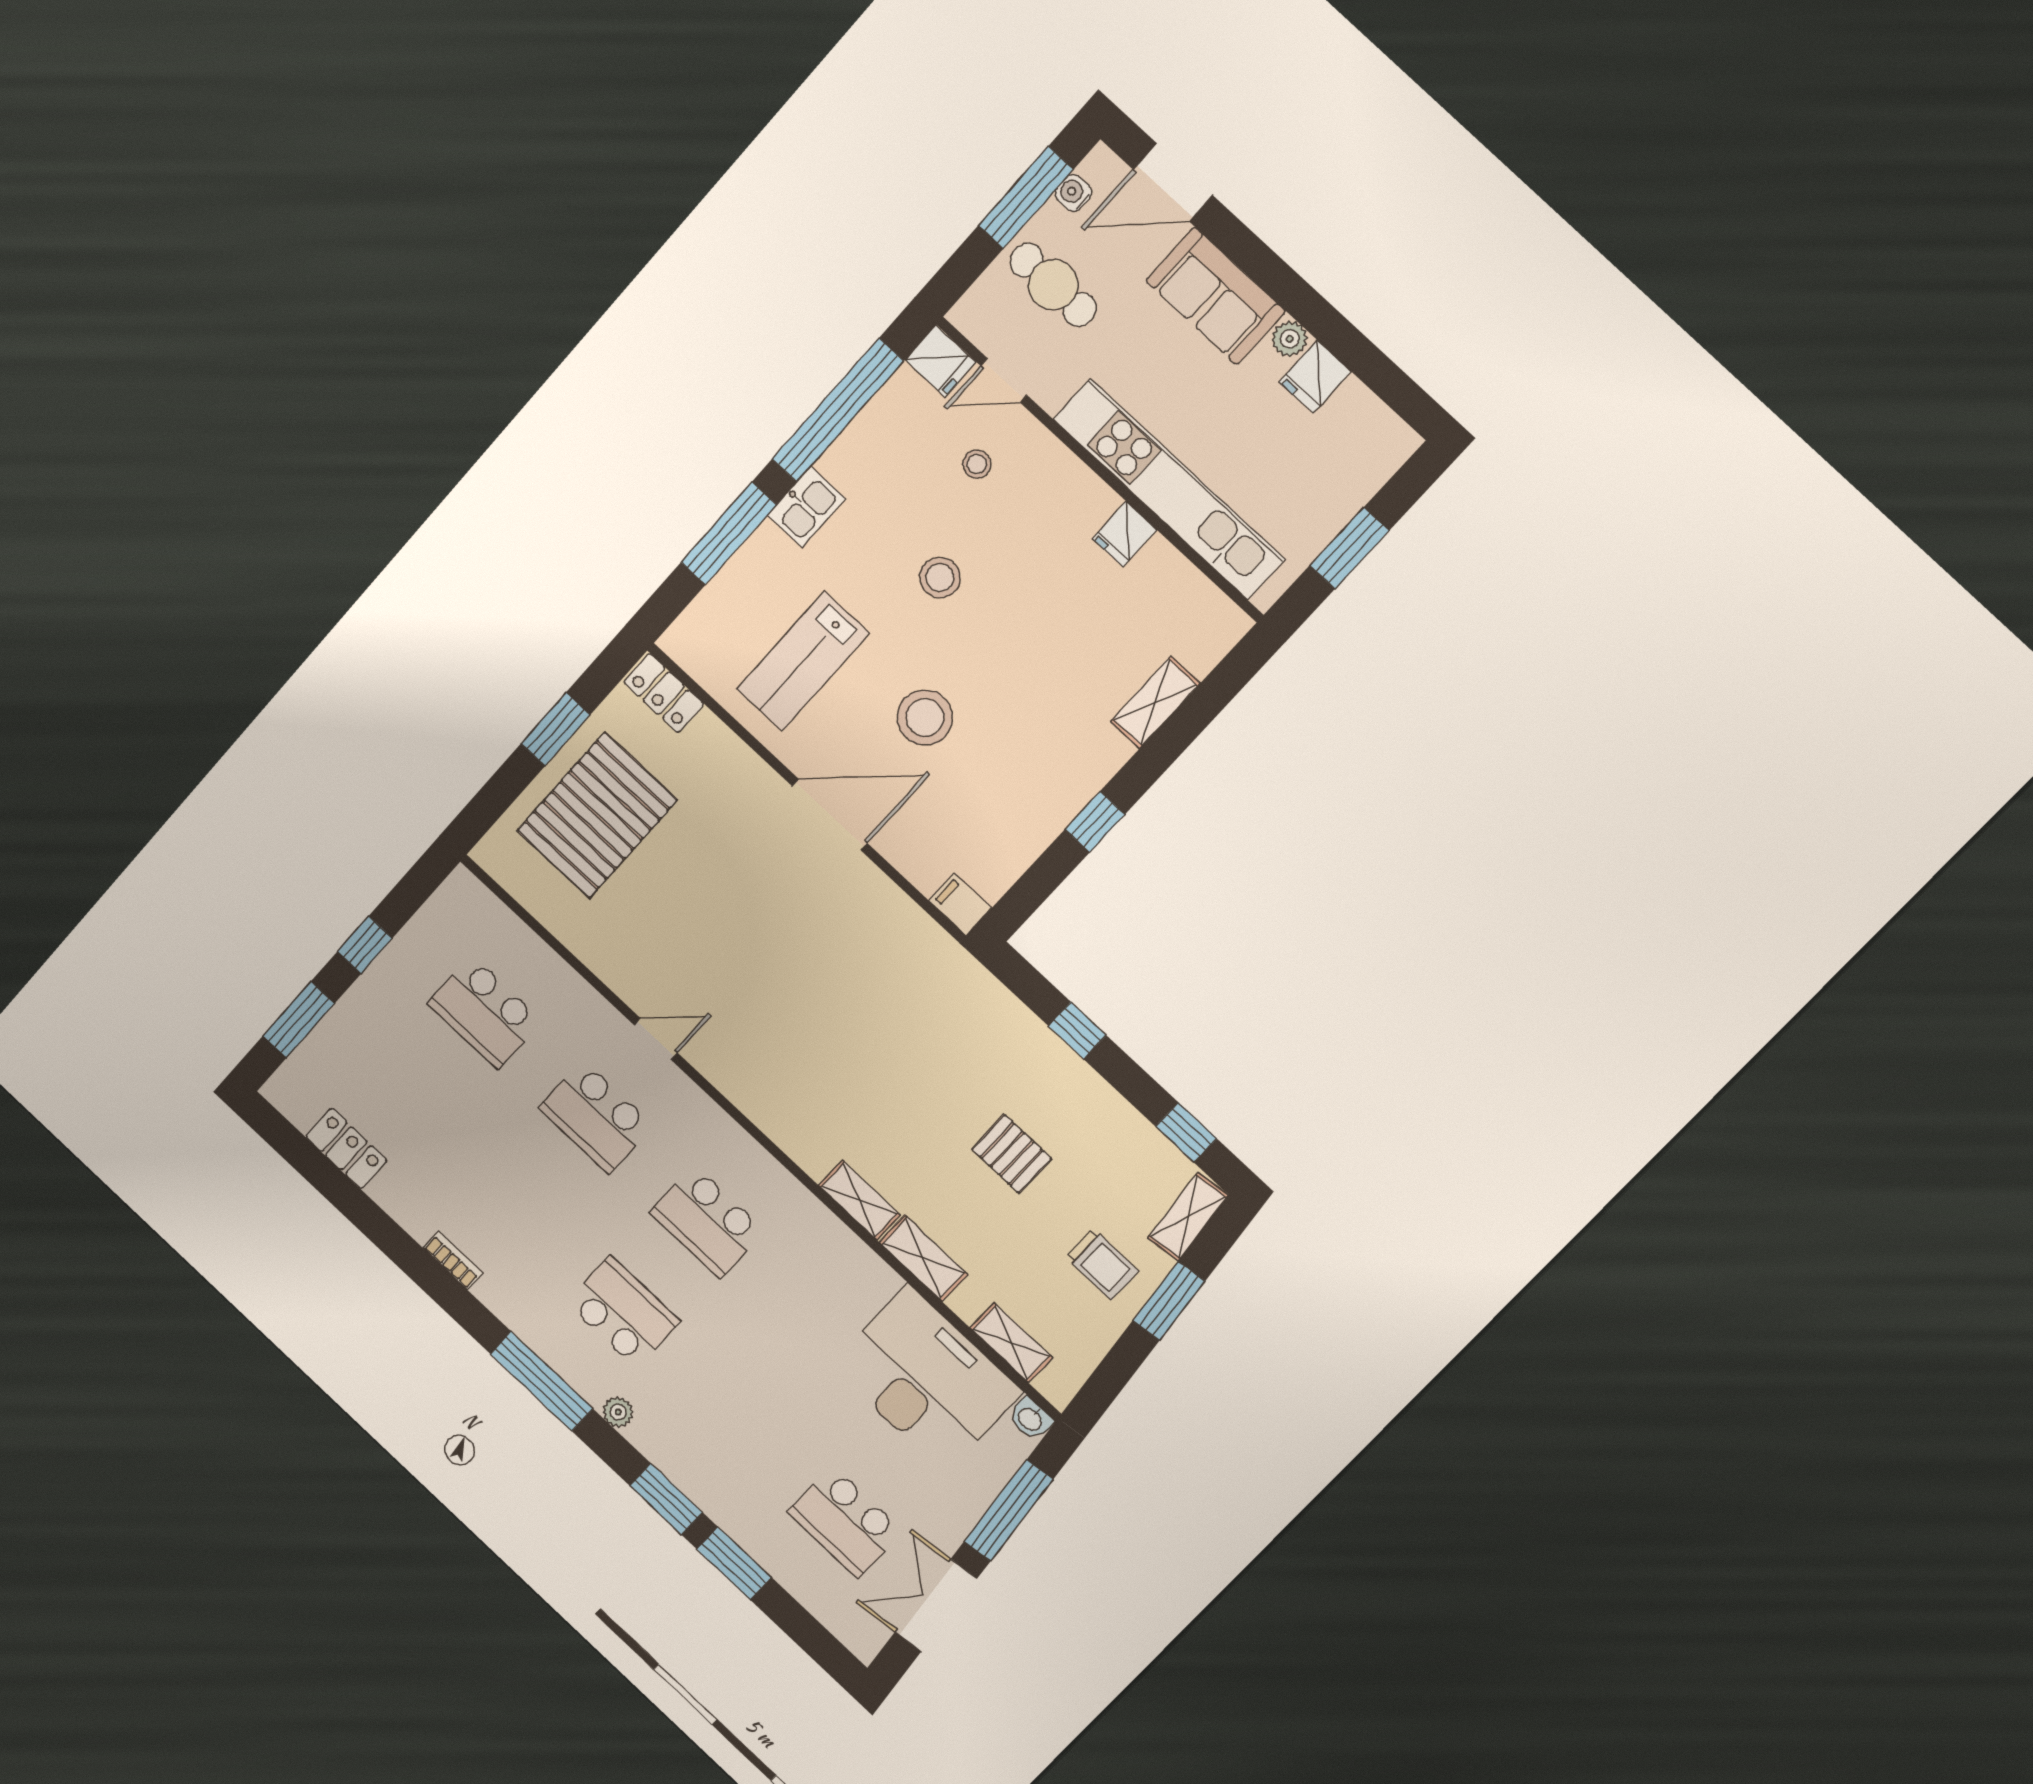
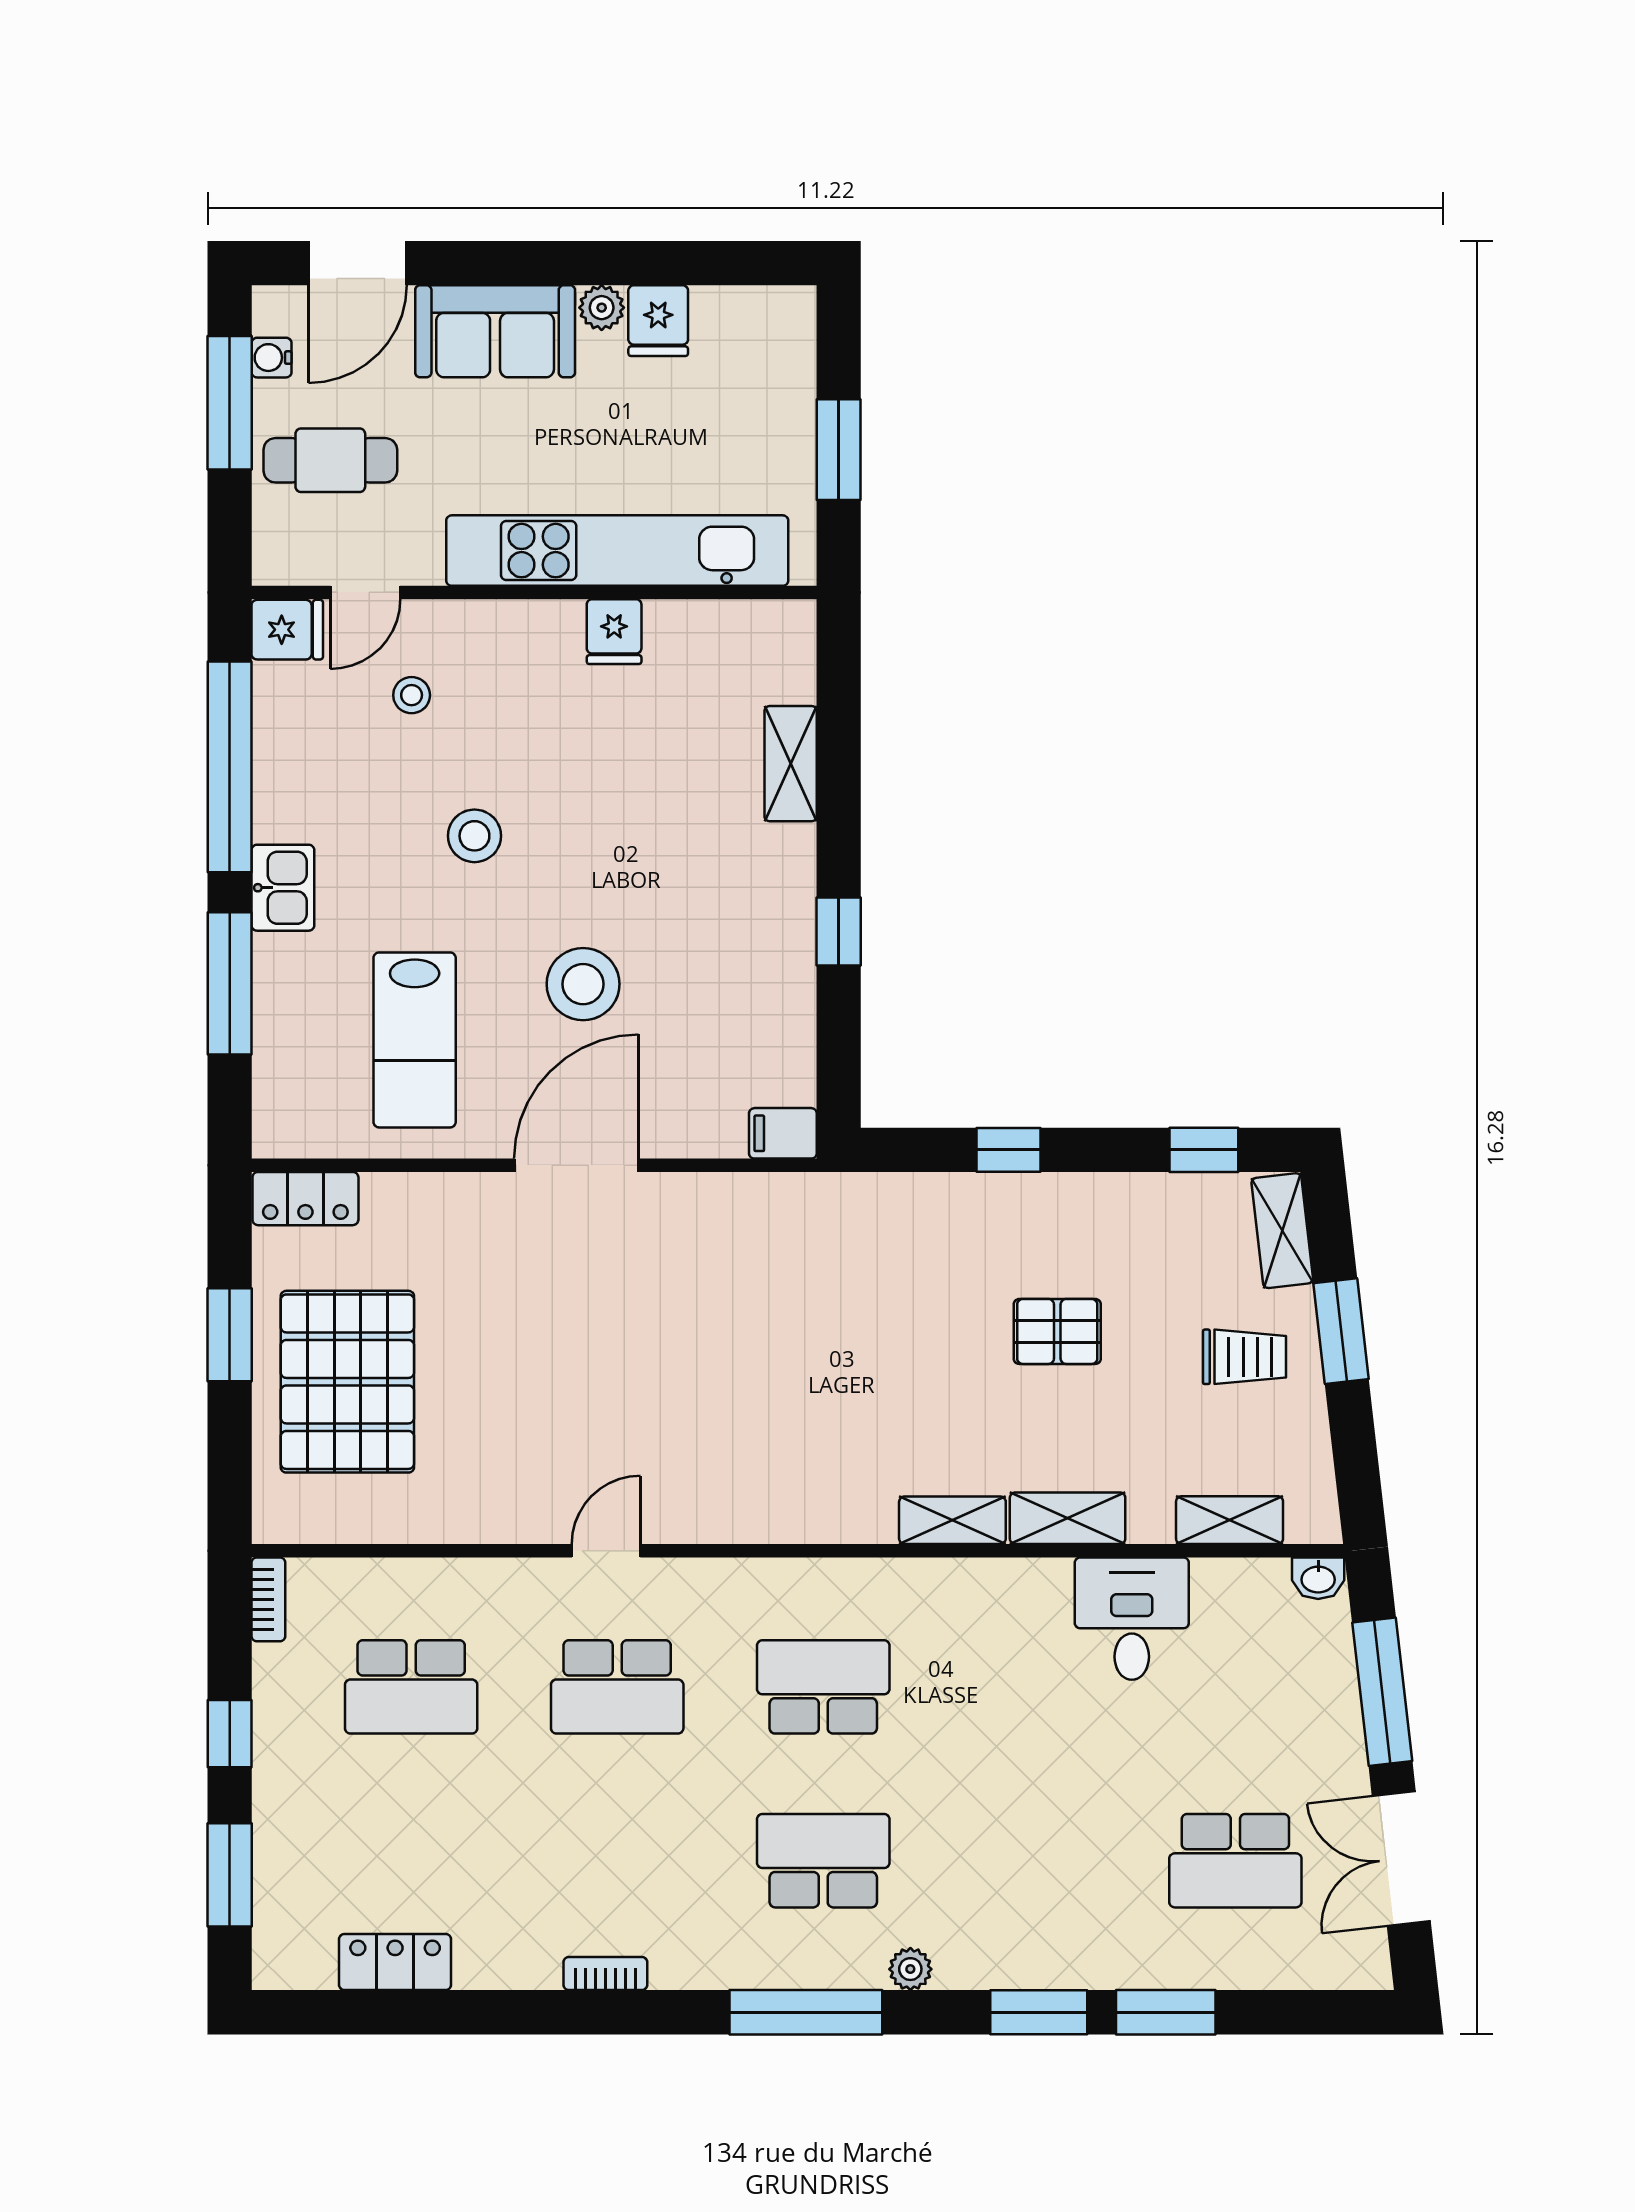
bookcase: (449, 893) -> (268, 1599), added
school desk: (707, 1222) -> (823, 1687), turned 180
desk: (926, 1379) -> (1132, 1619), width x0.53, depth x0.77

